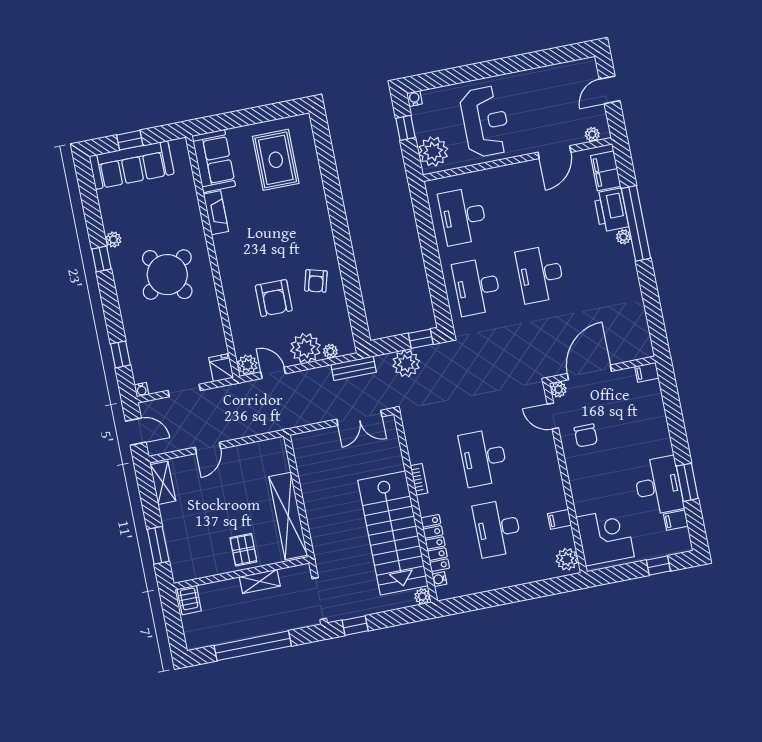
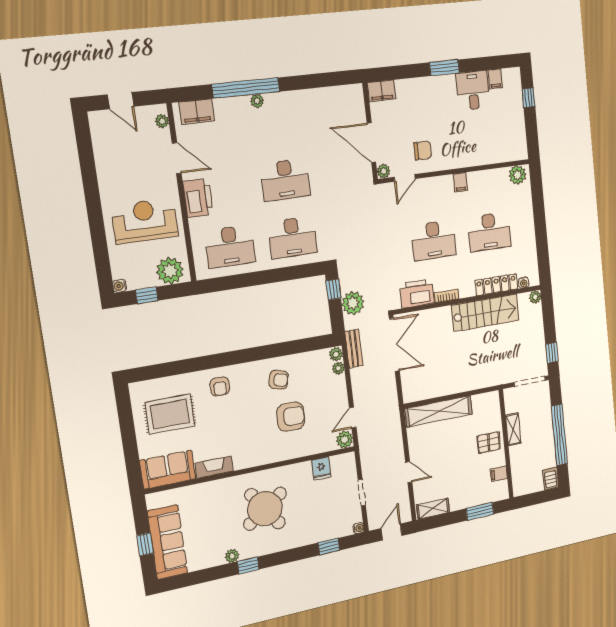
printer: (611, 210) -> (198, 198), moved, turned -90
armchair: (307, 214) -> (220, 386), added
plant: (305, 348) -> (336, 354), moved, width x0.53, depth x0.53
fridge: (221, 368) -> (321, 468), moved, turned -90
filing cabinet: (647, 372) -> (381, 91), width x2.00
double door: (359, 418) -> (394, 345), width x1.37
printer: (420, 441) -> (417, 294), added
window: (687, 482) -> (444, 68), moved
desk: (658, 486) -> (473, 90), width x0.73
shelving: (288, 516) -> (439, 411), moved
filing cabinet: (559, 519) -> (460, 182), moved
stairs: (393, 533) -> (485, 313), width x0.73, depth x0.66
corner desk: (605, 537) -> (503, 141), removed
filing cabinet: (205, 567) -> (499, 474), added
server rack: (189, 600) -> (551, 478), moved, turned -90

